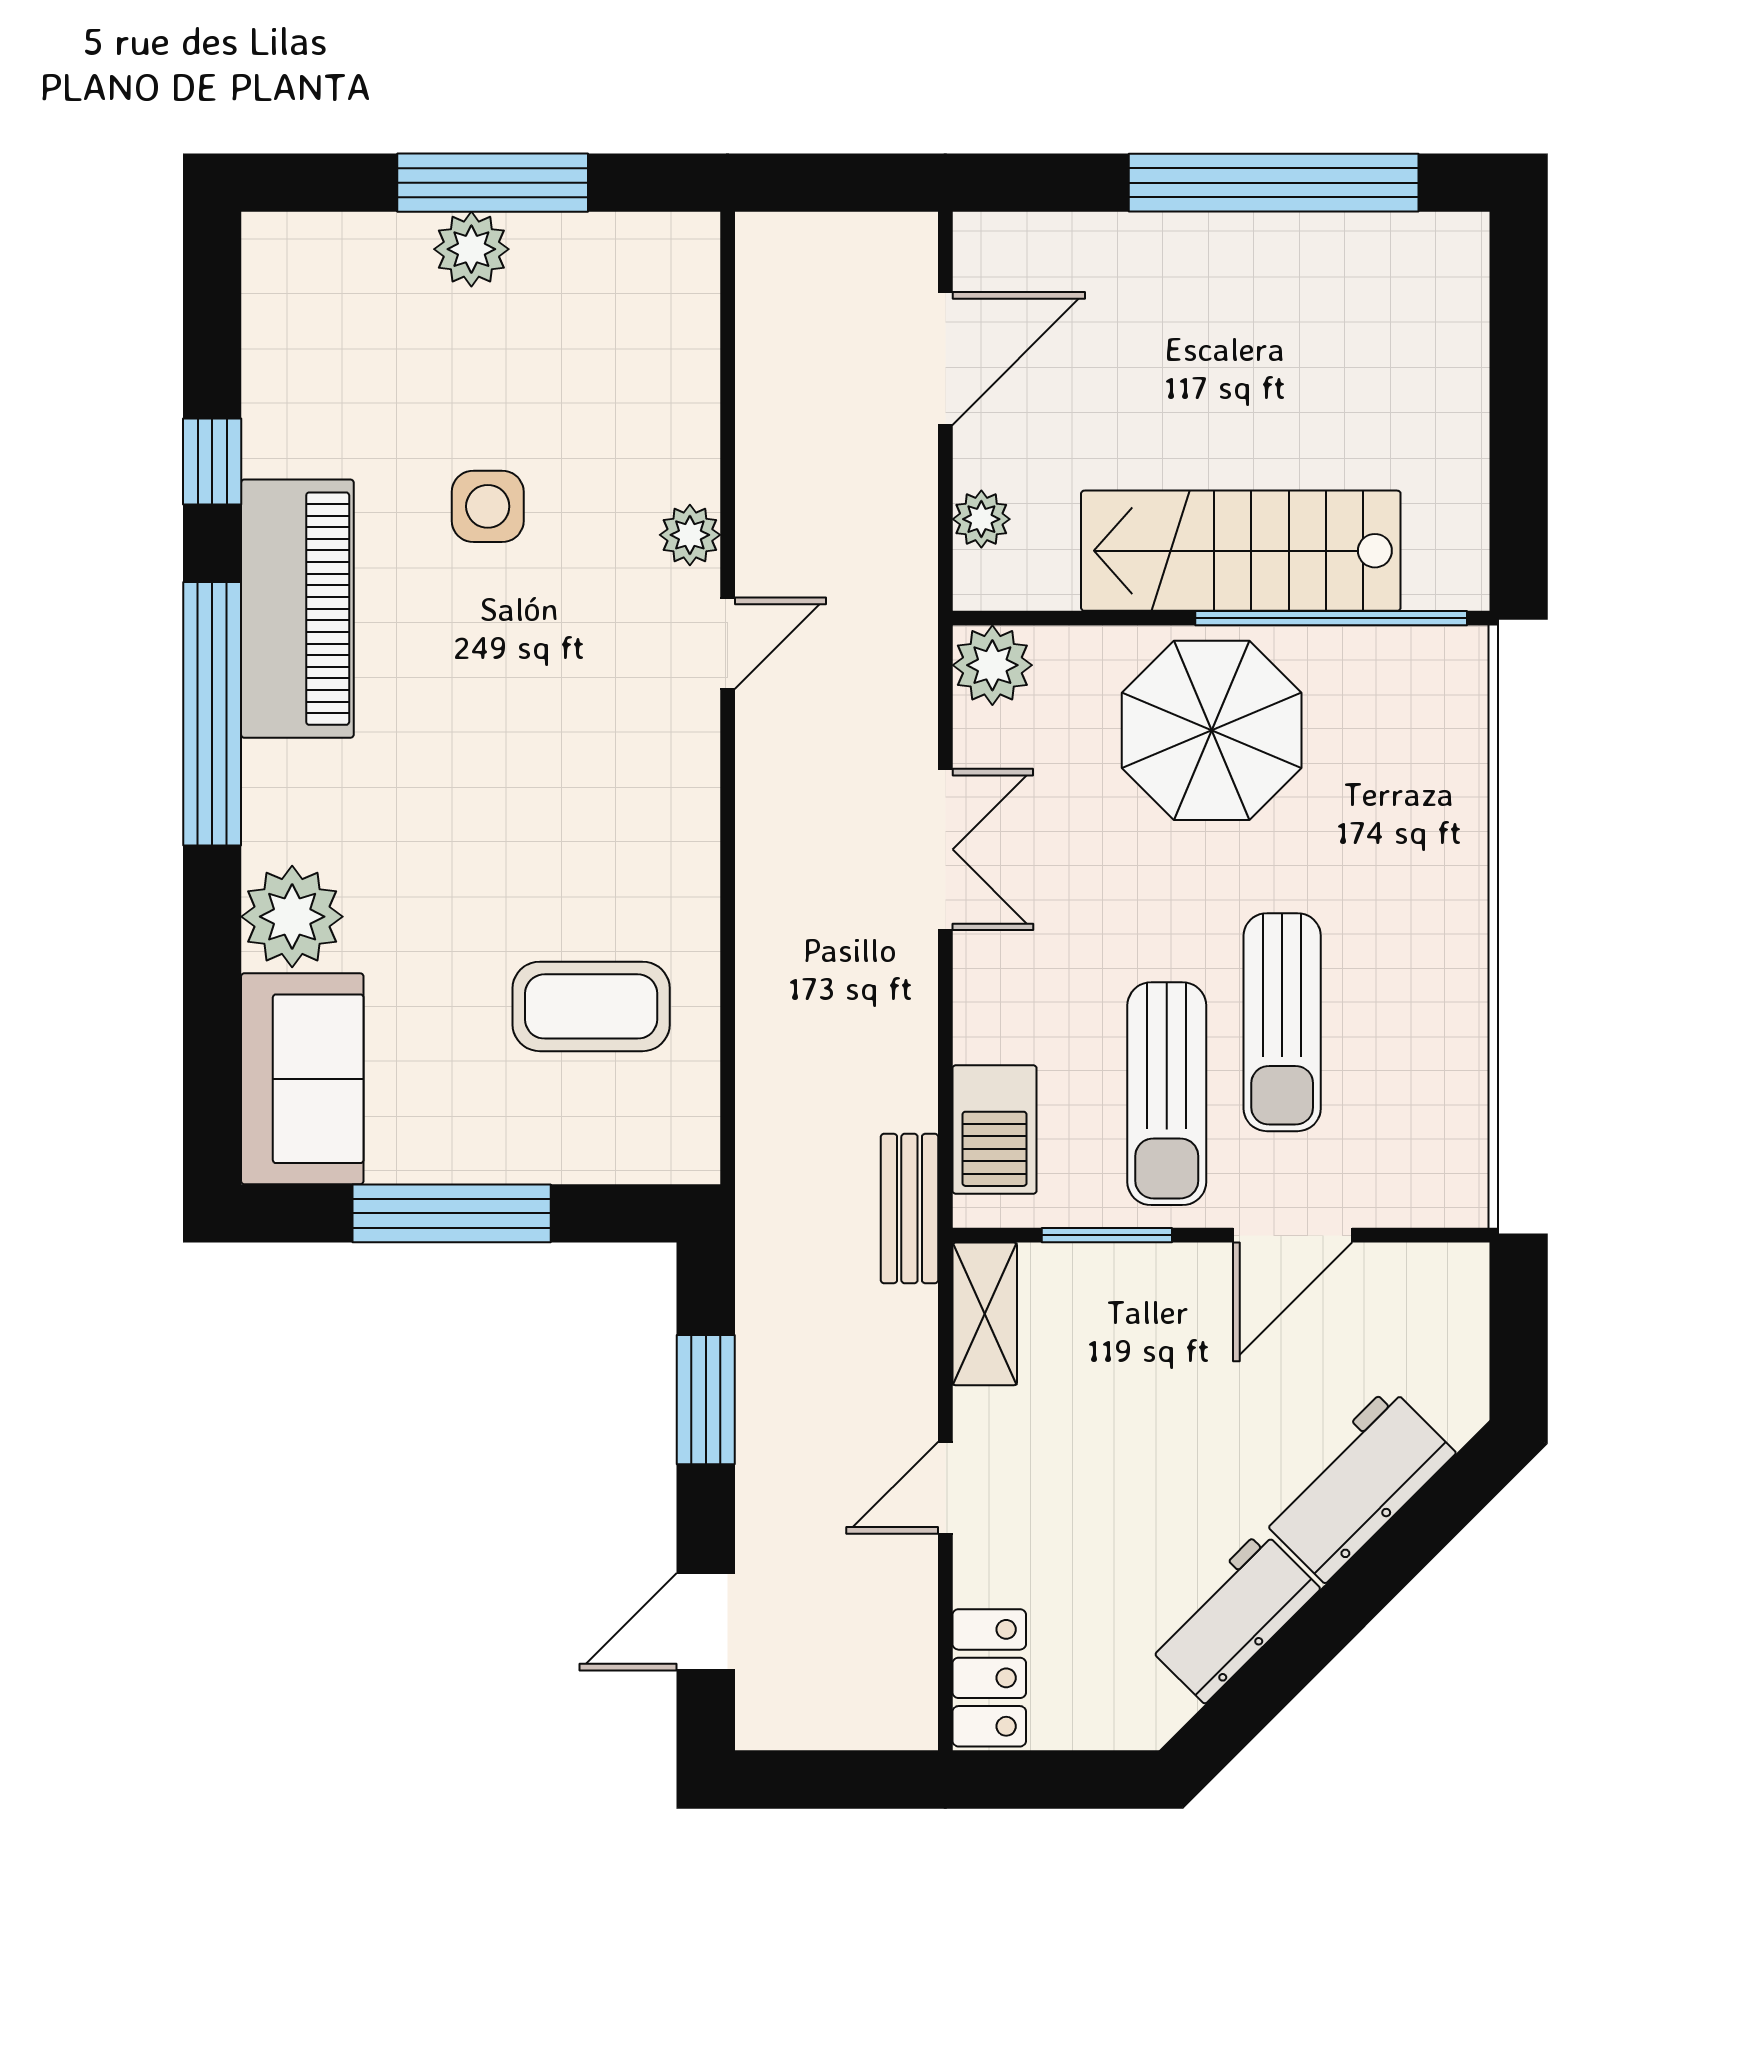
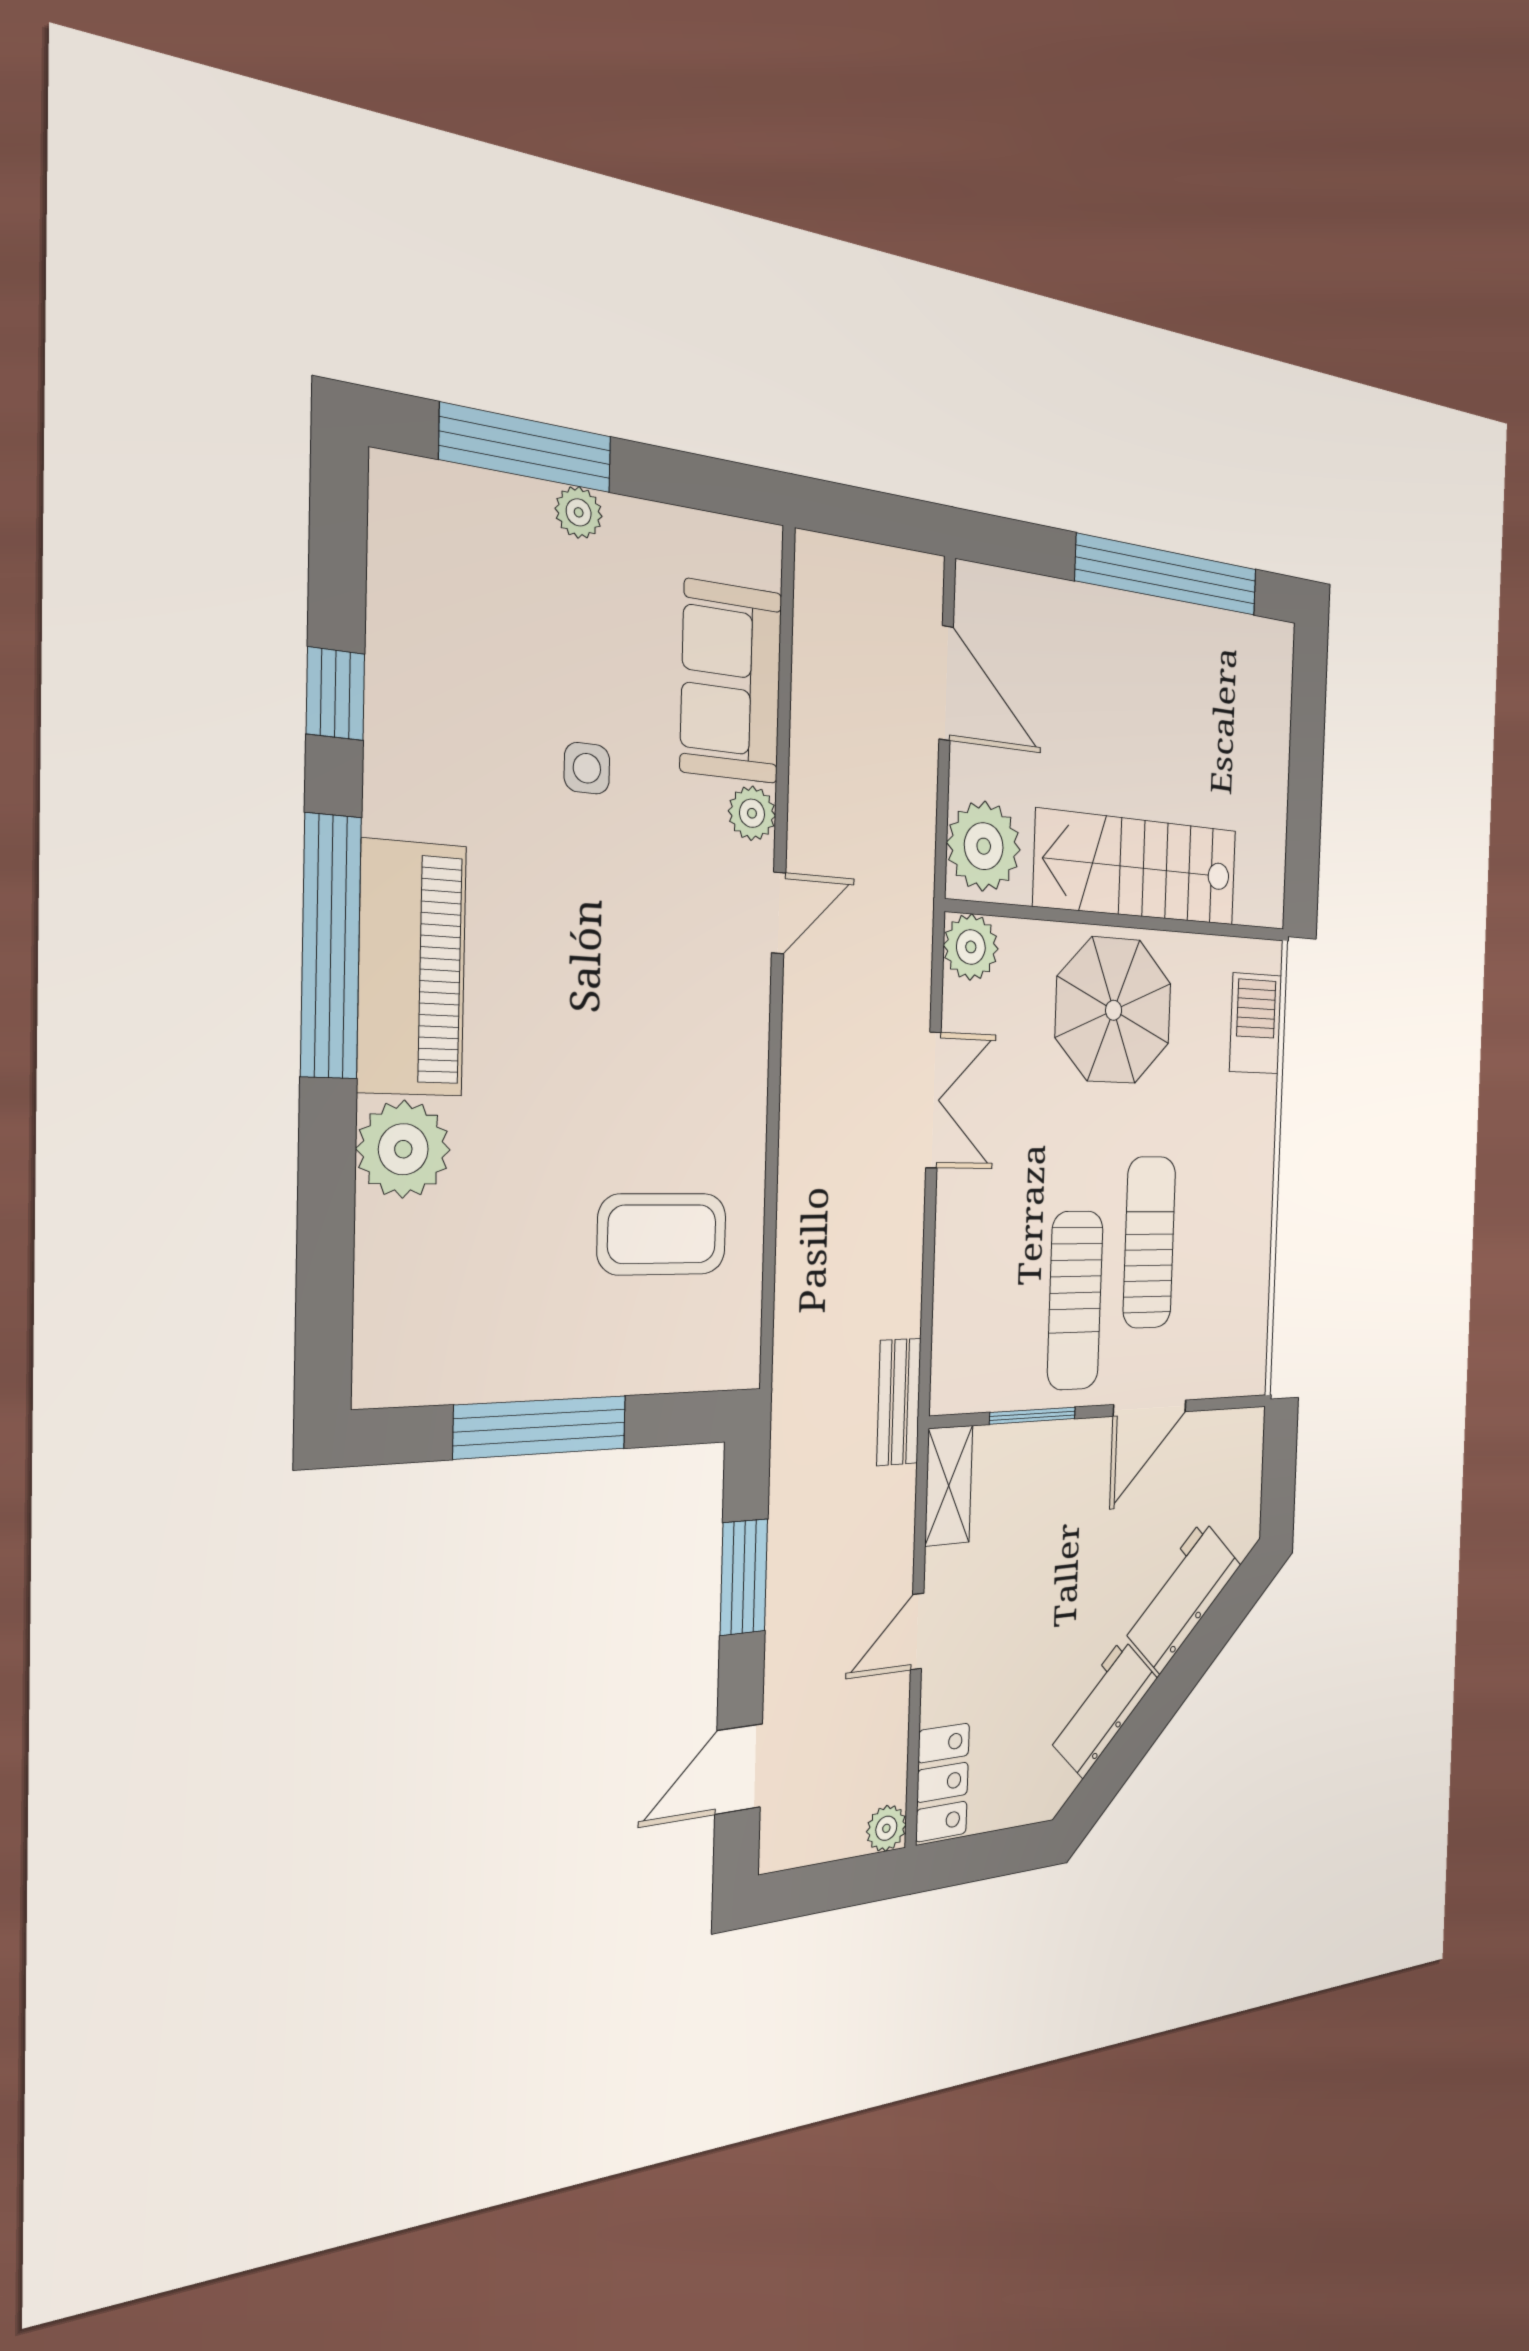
window: (493, 183) -> (526, 448), moved
plant: (471, 249) -> (579, 512), width x0.73, depth x0.73
door: (945, 358) -> (946, 683), hinge flipped
side table: (488, 506) -> (587, 768), width x0.73, depth x0.73
plant: (981, 519) -> (984, 846), width x1.88, depth x1.88
piano: (297, 609) -> (412, 968), moved
window: (1331, 618) -> (1190, 927), removed
sun lounger: (1282, 1022) -> (1149, 1242), turned 180
sofa: (302, 1079) -> (731, 682), moved, turned 180
barbecue: (995, 1130) -> (1256, 1023), moved, turned 180
plant: (910, 1722) -> (886, 1828), added

